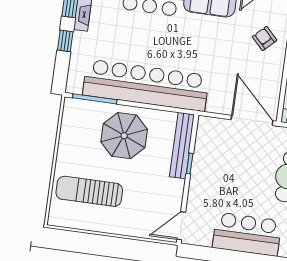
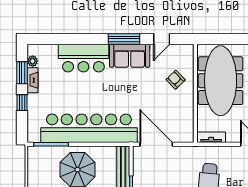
door: (252, 120) -> (156, 144), moved

